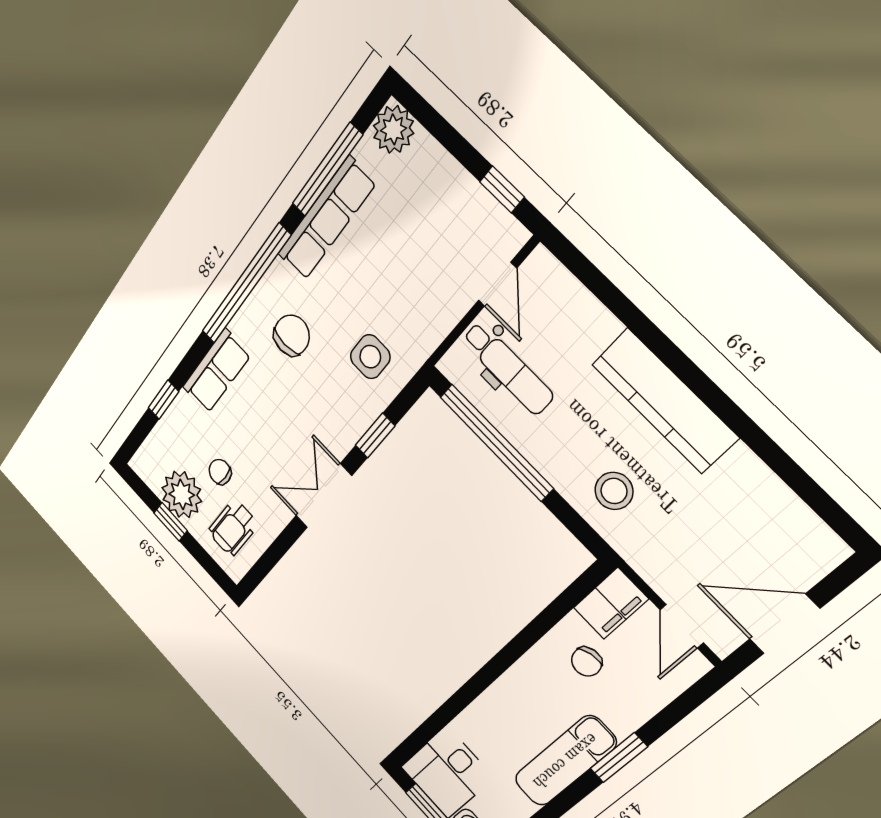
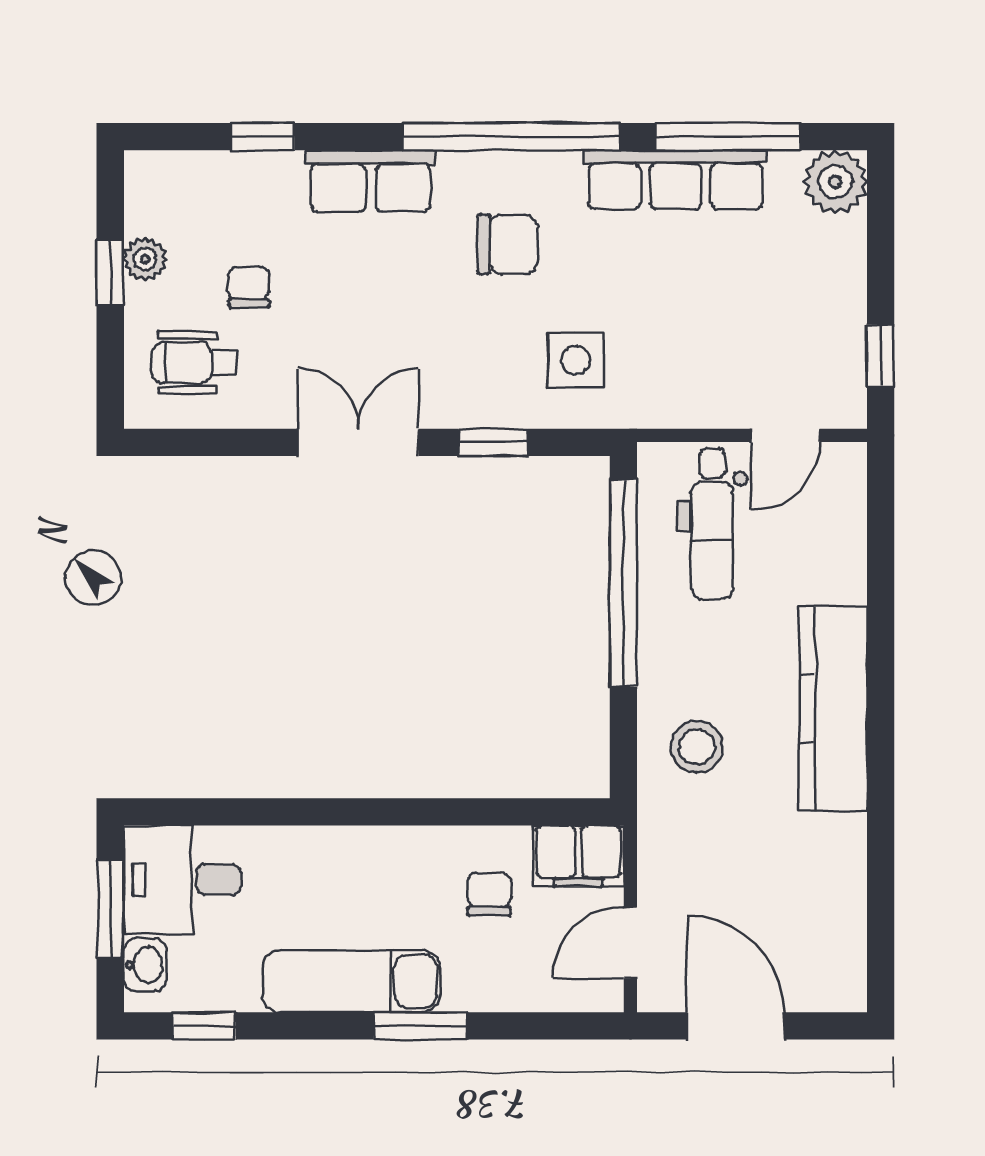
plant: (182, 495) -> (145, 259), width x0.53, depth x0.53
chair: (587, 662) -> (489, 894), turned 104

